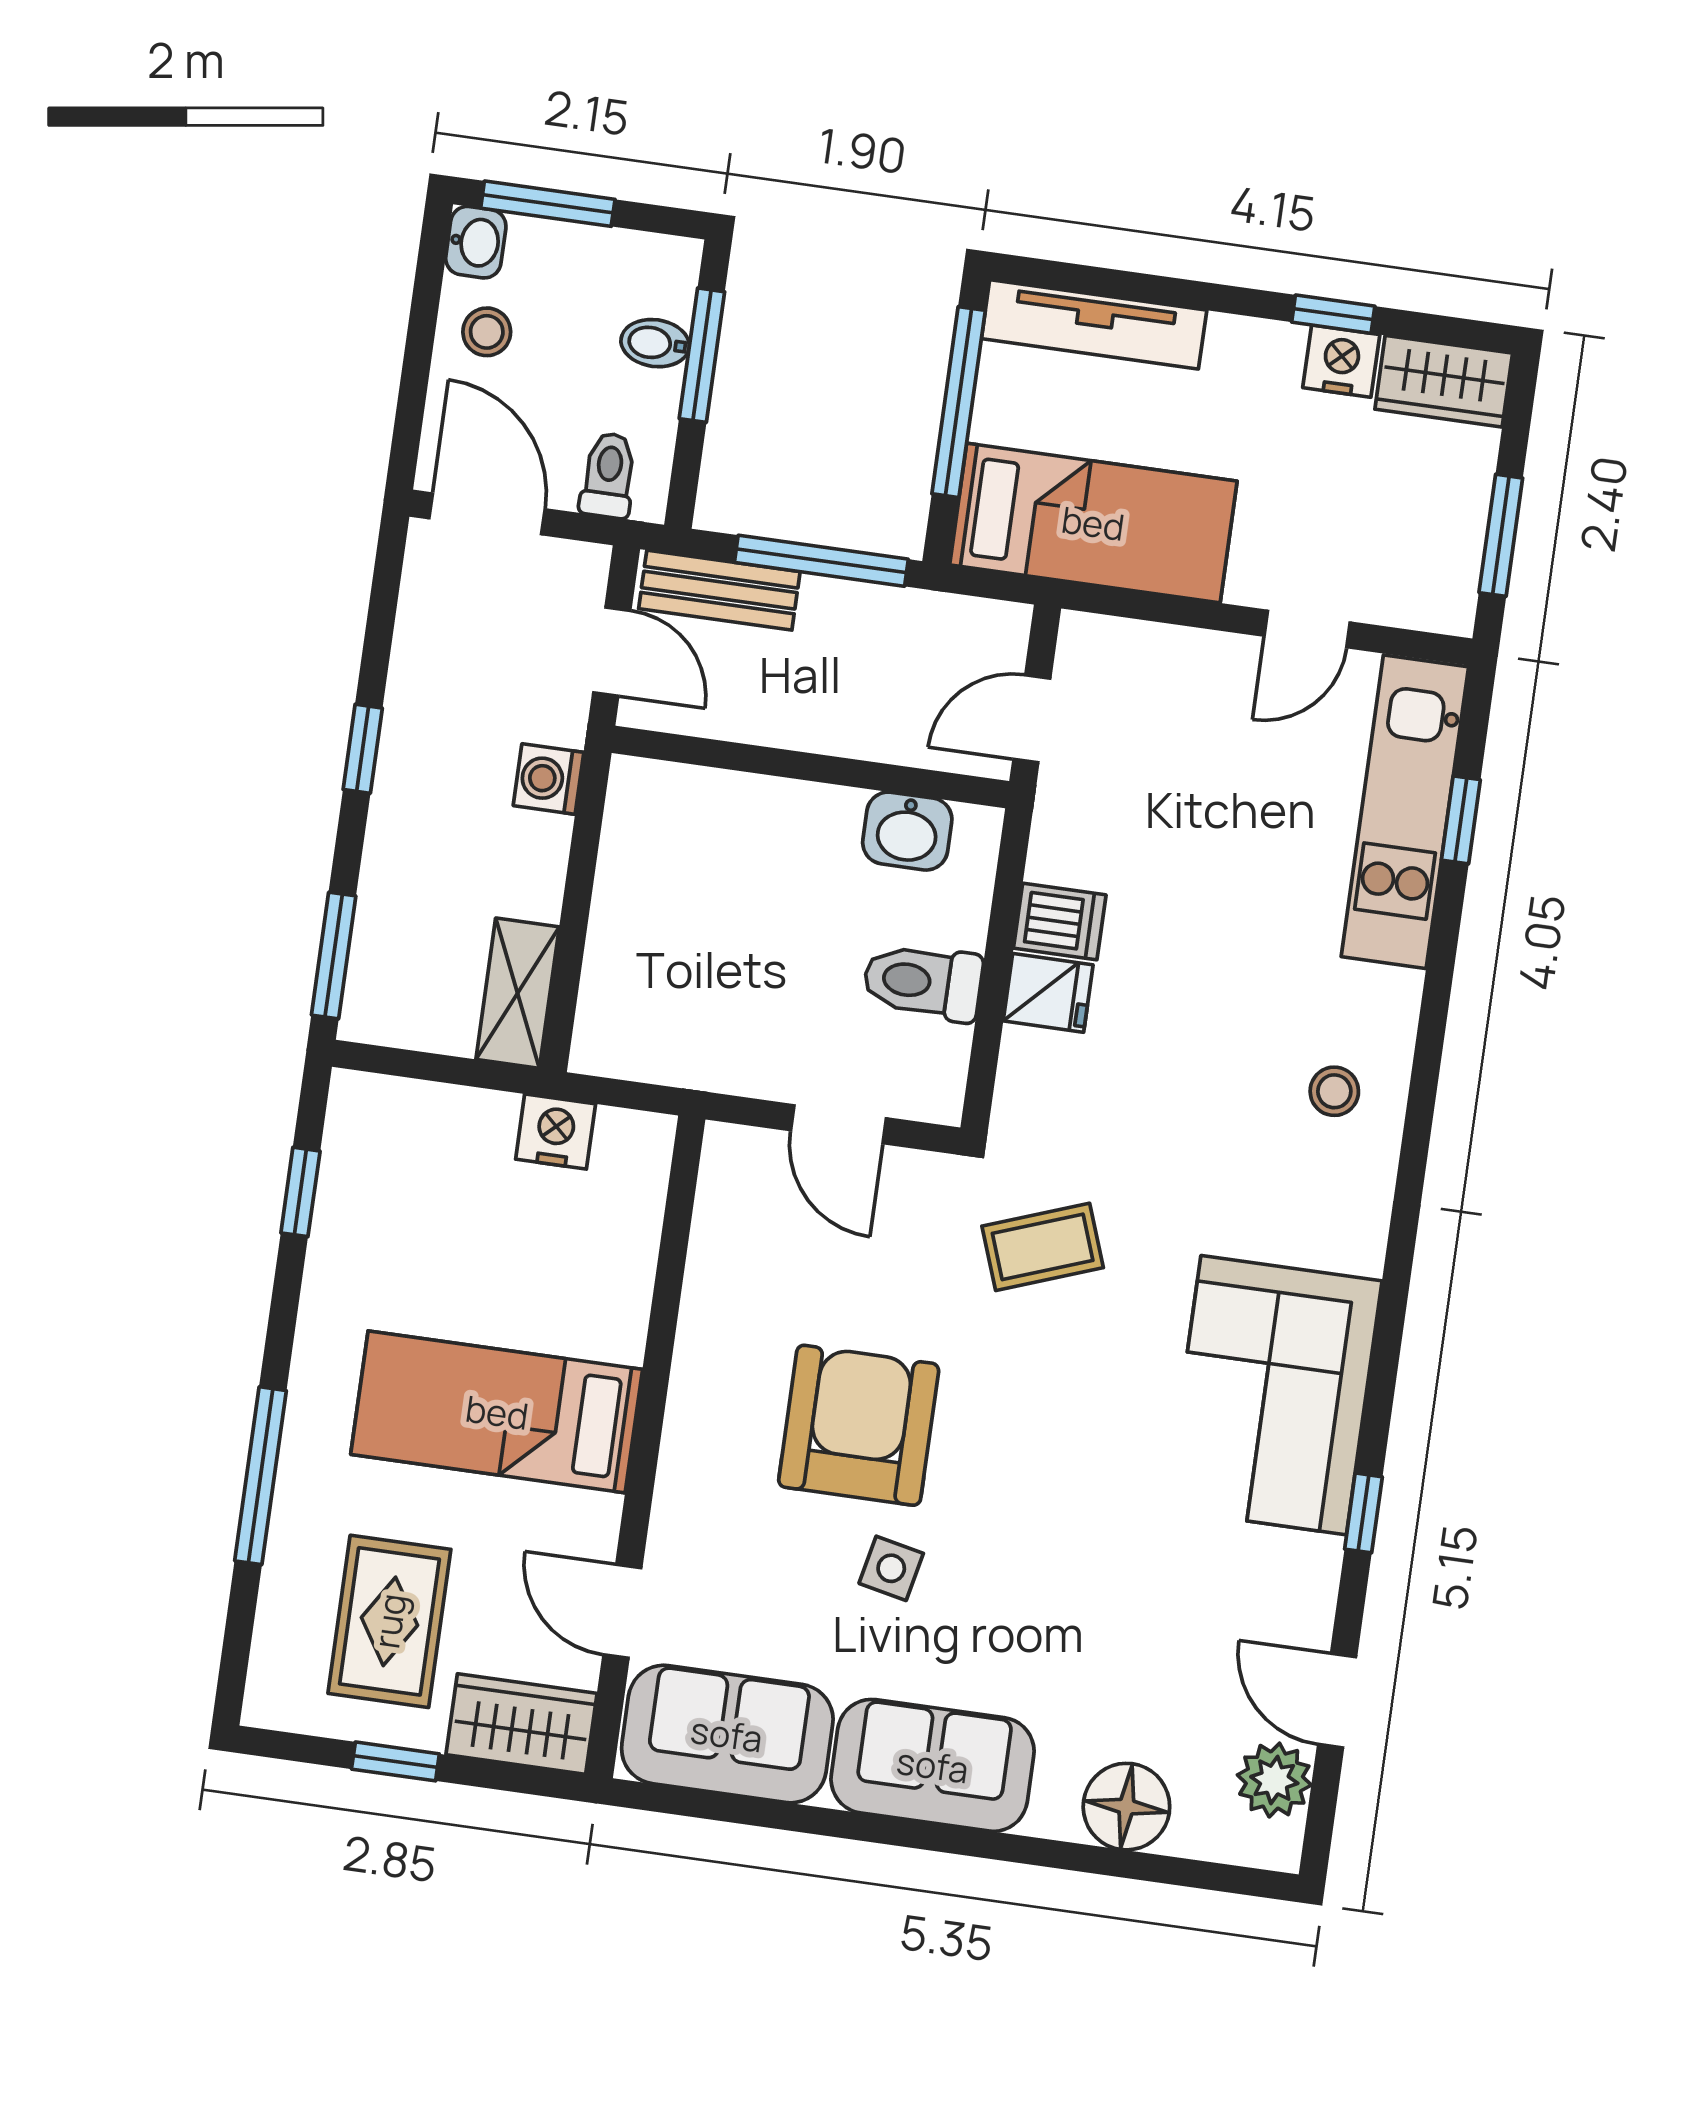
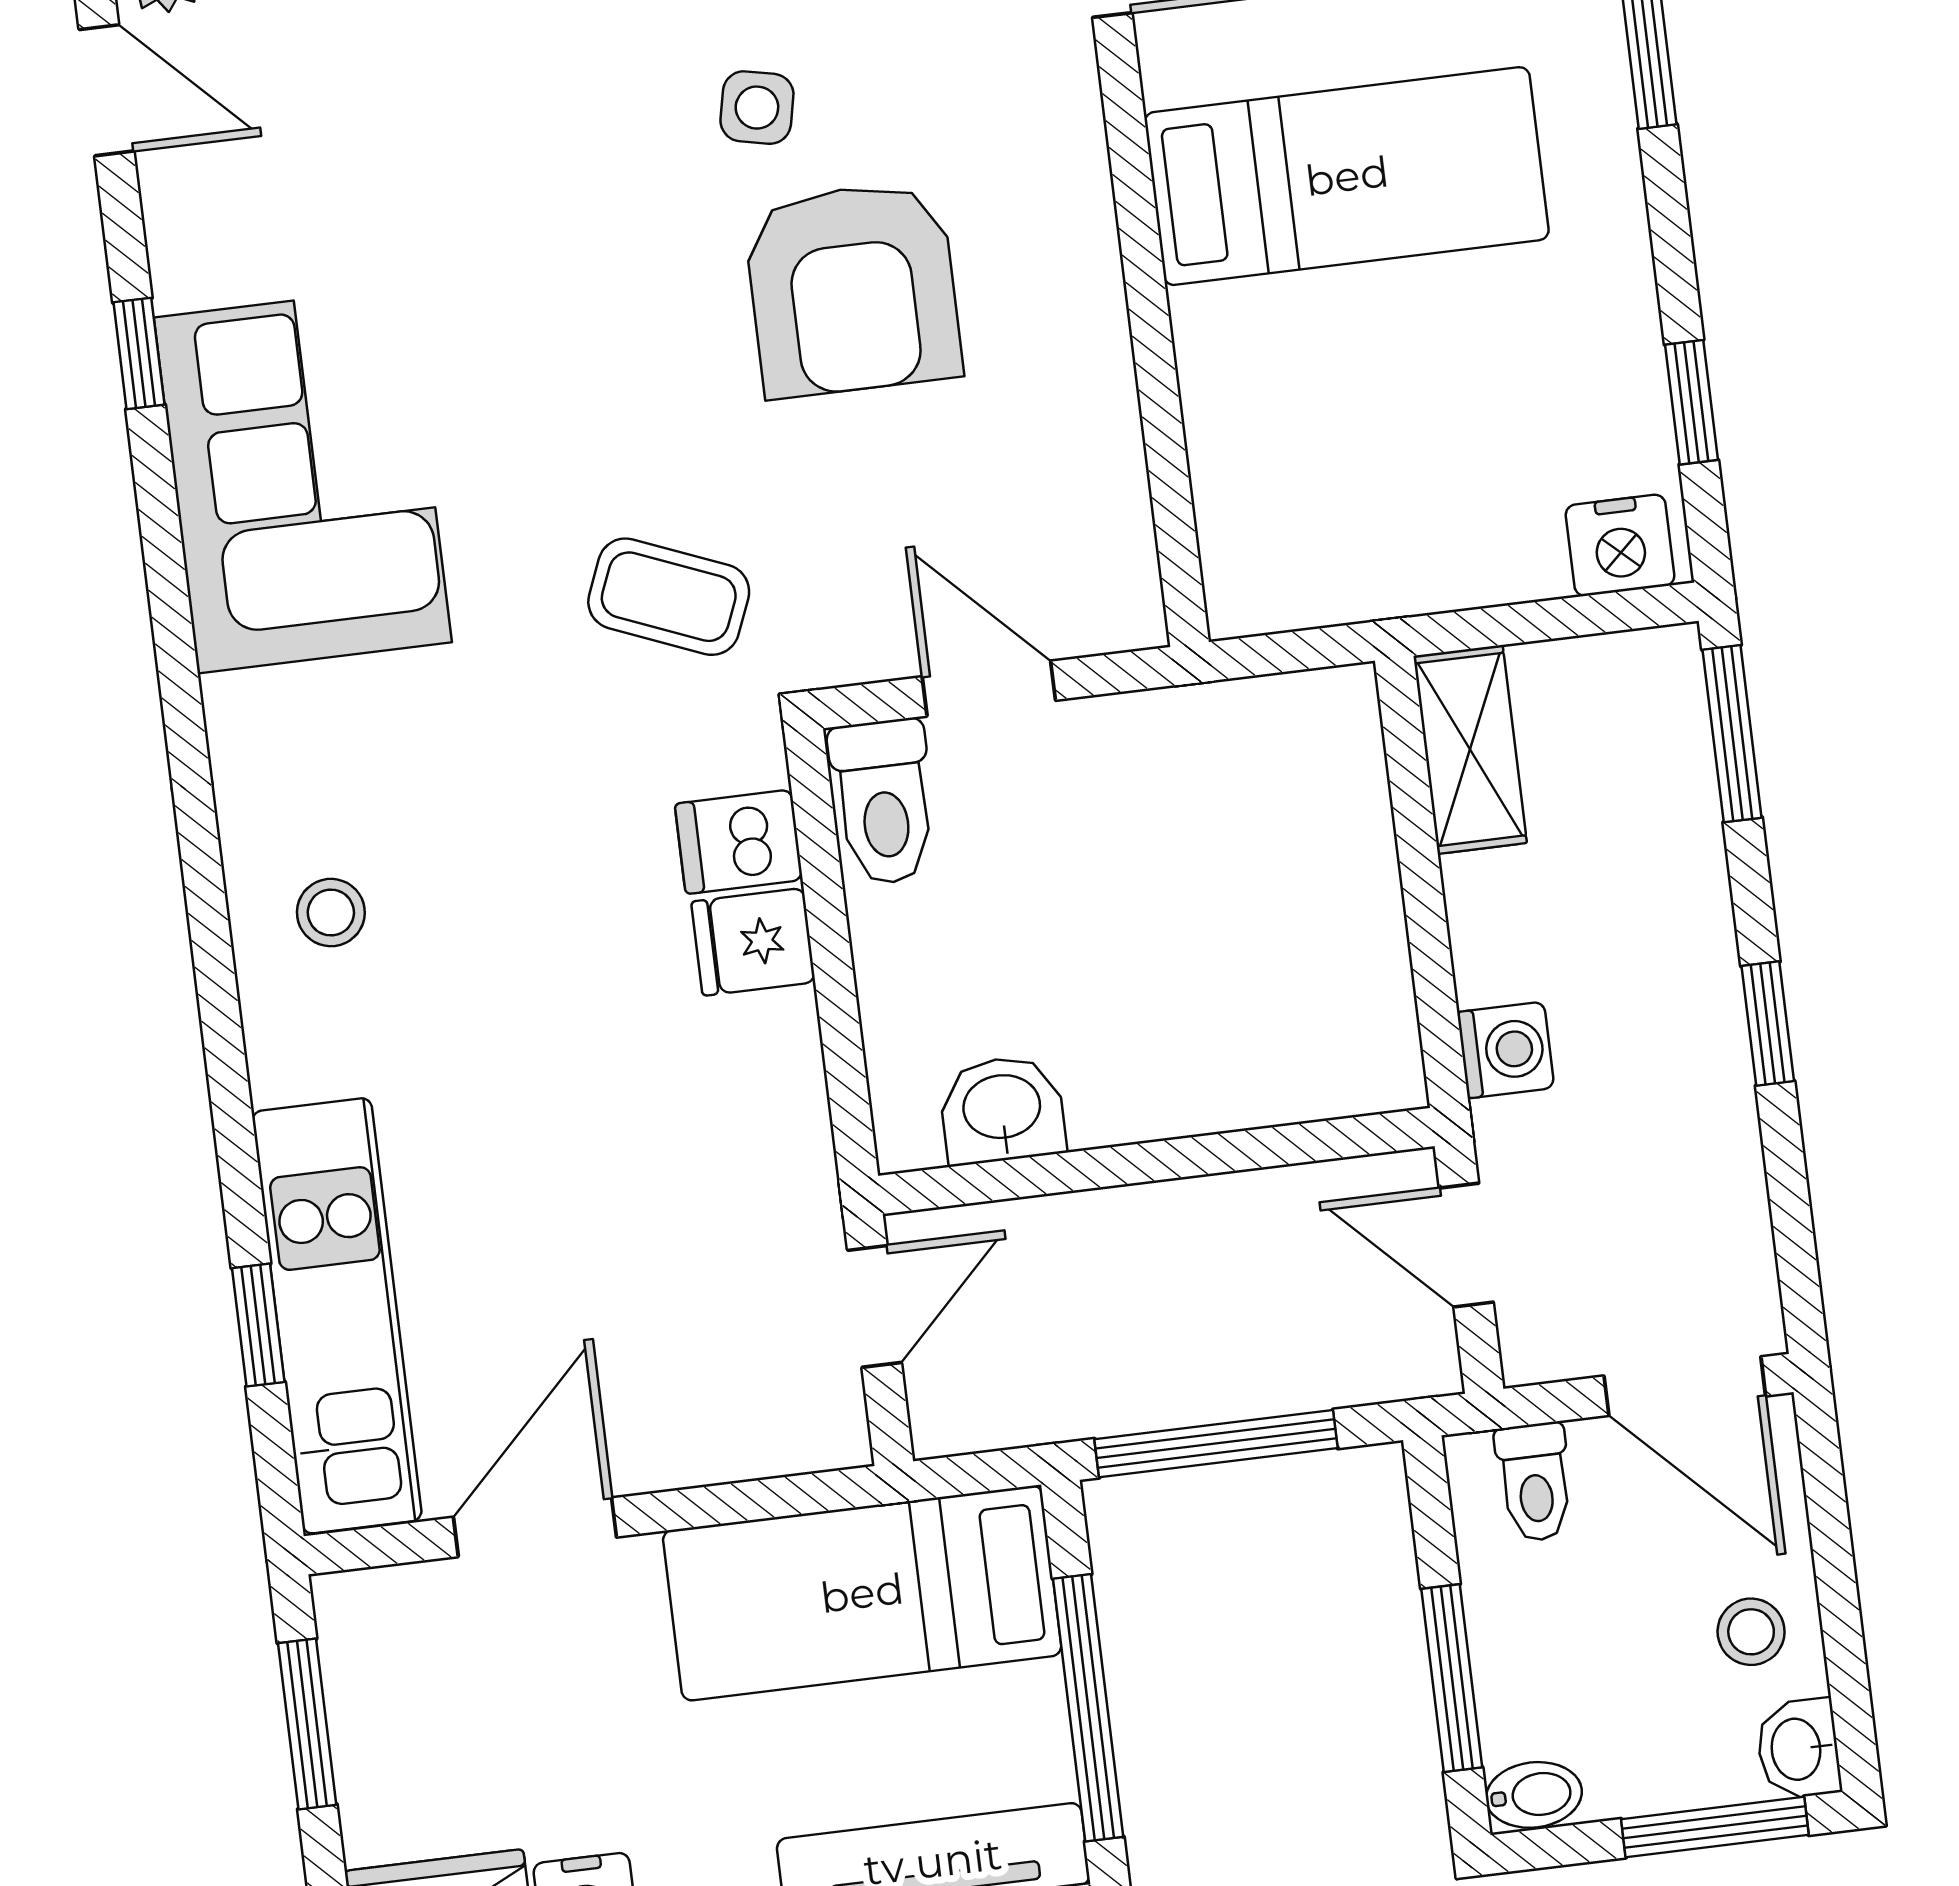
bidet: (655, 343) -> (1534, 1795), moved
bench: (719, 590) -> (1343, 1367), removed
door: (1307, 629) -> (535, 1527), width x1.38
dishwasher: (1060, 921) -> (739, 842), moved
toilet: (923, 982) -> (884, 802), moved, turned 90
nightstand: (556, 1132) -> (1620, 545), moved
coffee table: (1043, 1247) -> (669, 597), turned 42

